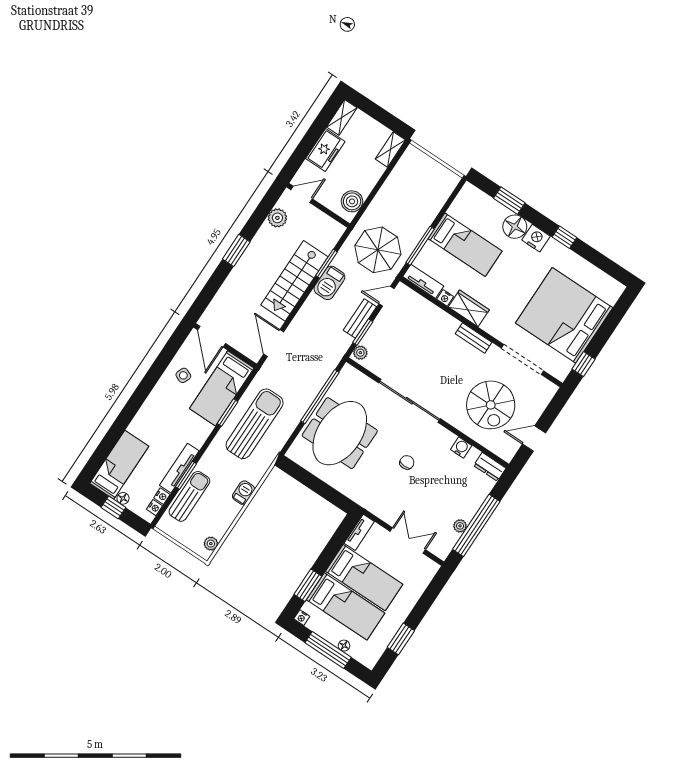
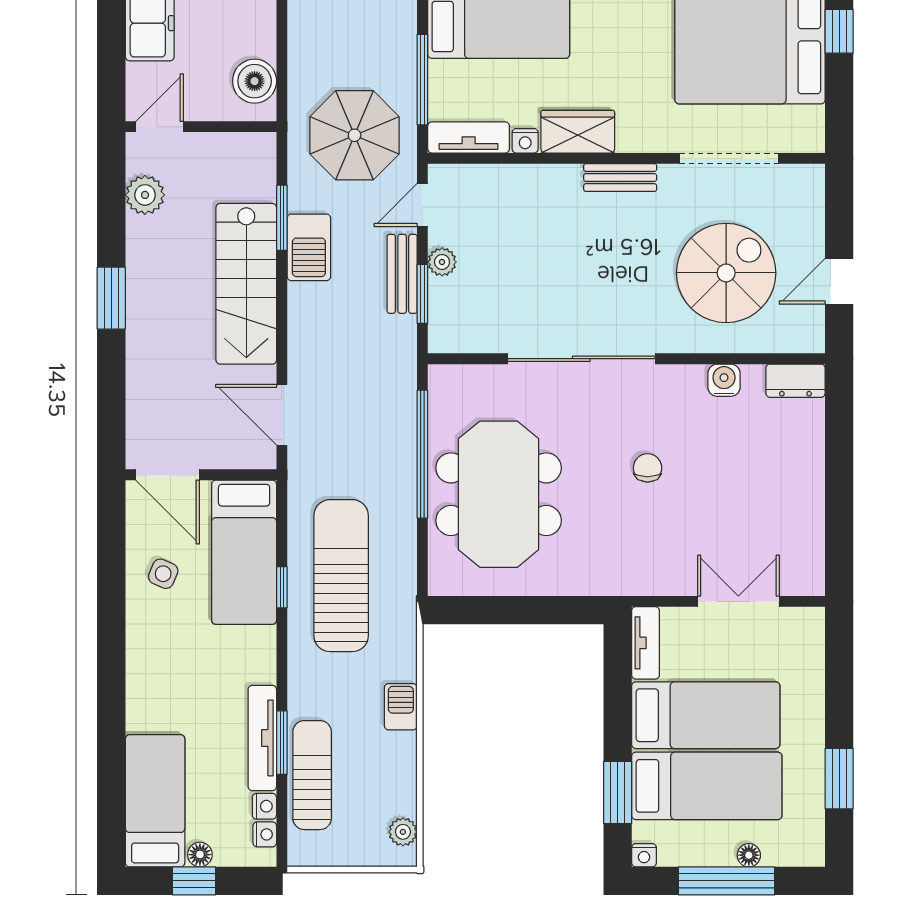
plant: (360, 353) -> (442, 262), moved
window: (583, 364) -> (839, 31), moved
spiral stairs: (491, 405) -> (726, 273), turned -90
window: (228, 413) -> (282, 587), width x0.67
window: (476, 525) -> (839, 497), removed
plant: (460, 526) -> (812, 516), removed

